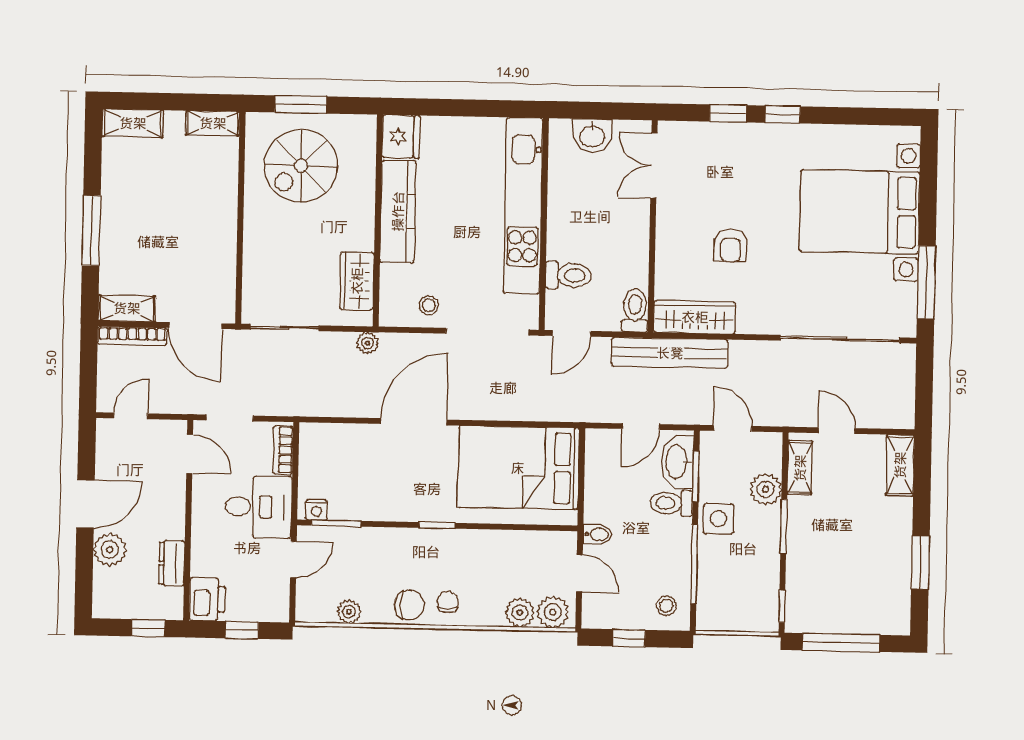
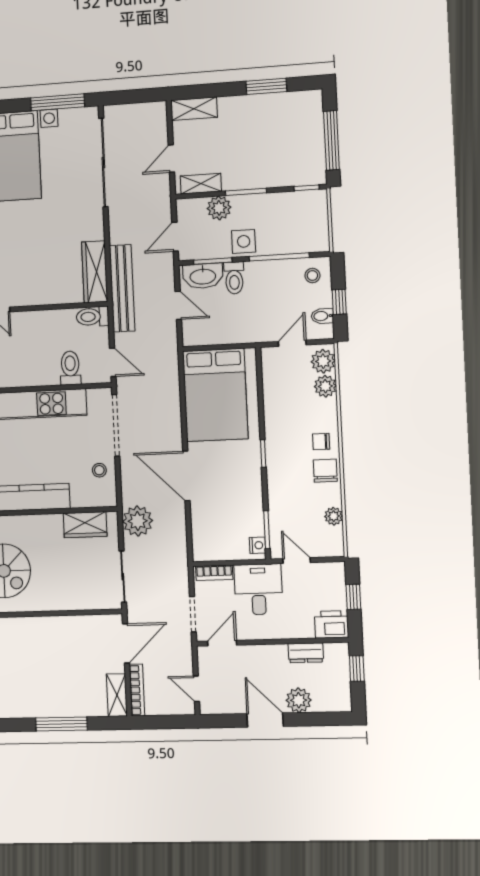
armchair: (730, 245) -> (40, 250), removed
plant: (367, 343) -> (138, 521), width x1.87, depth x1.87
bidet: (597, 534) -> (322, 316), moved, turned -90

